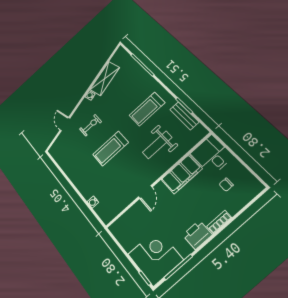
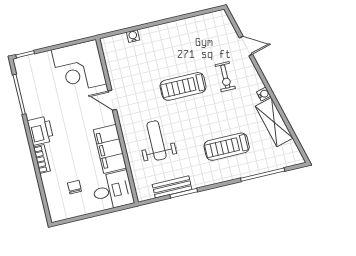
treadmill: (147, 109) -> (227, 147), moved, turned -90
treadmill: (111, 148) -> (183, 86), turned -90
corner desk: (155, 257) -> (79, 67), moved, turned 90

